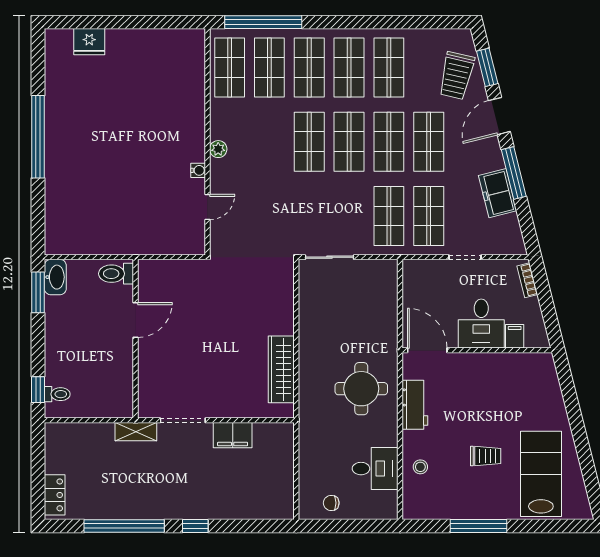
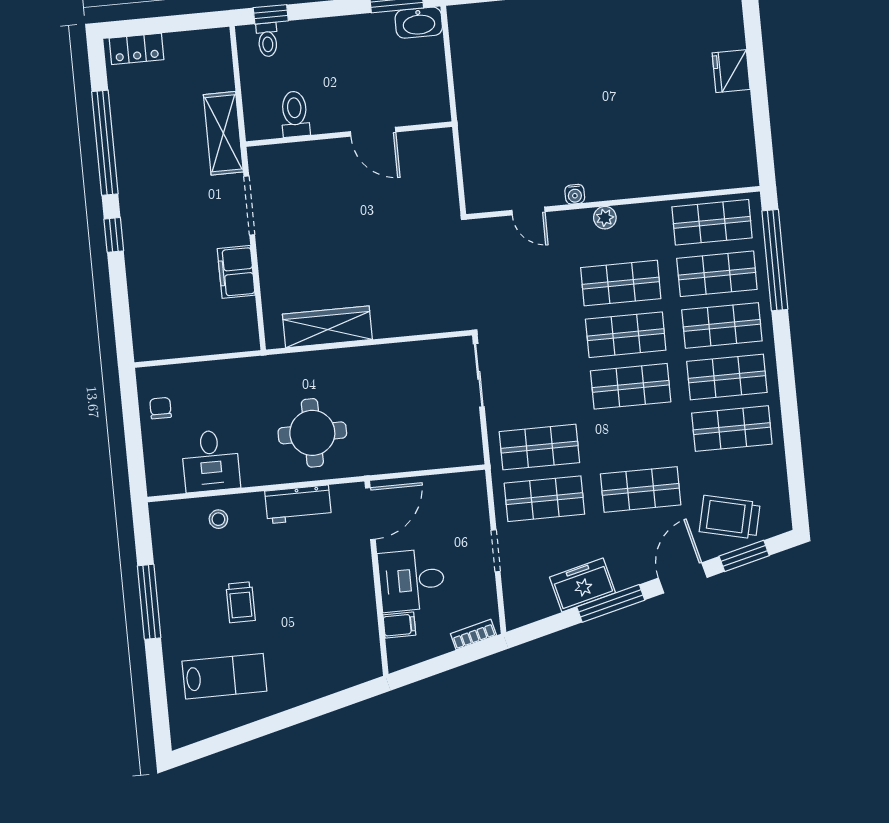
fridge: (89, 42) -> (731, 71), moved
door: (499, 116) -> (683, 578), hinge flipped
shop shelf: (389, 142) -> (621, 283), moved
toilet: (116, 274) -> (295, 114), moved
shelving: (136, 432) -> (223, 133), width x1.50, depth x1.33
lab bench: (541, 474) -> (224, 676), width x0.73, depth x0.72

